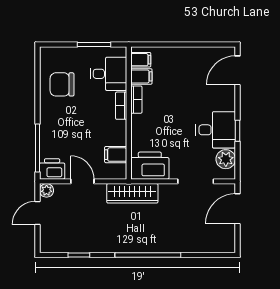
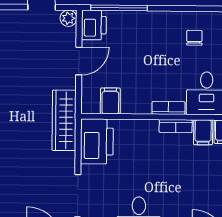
chair: (62, 84) -> (194, 38), width x0.54, depth x0.54

